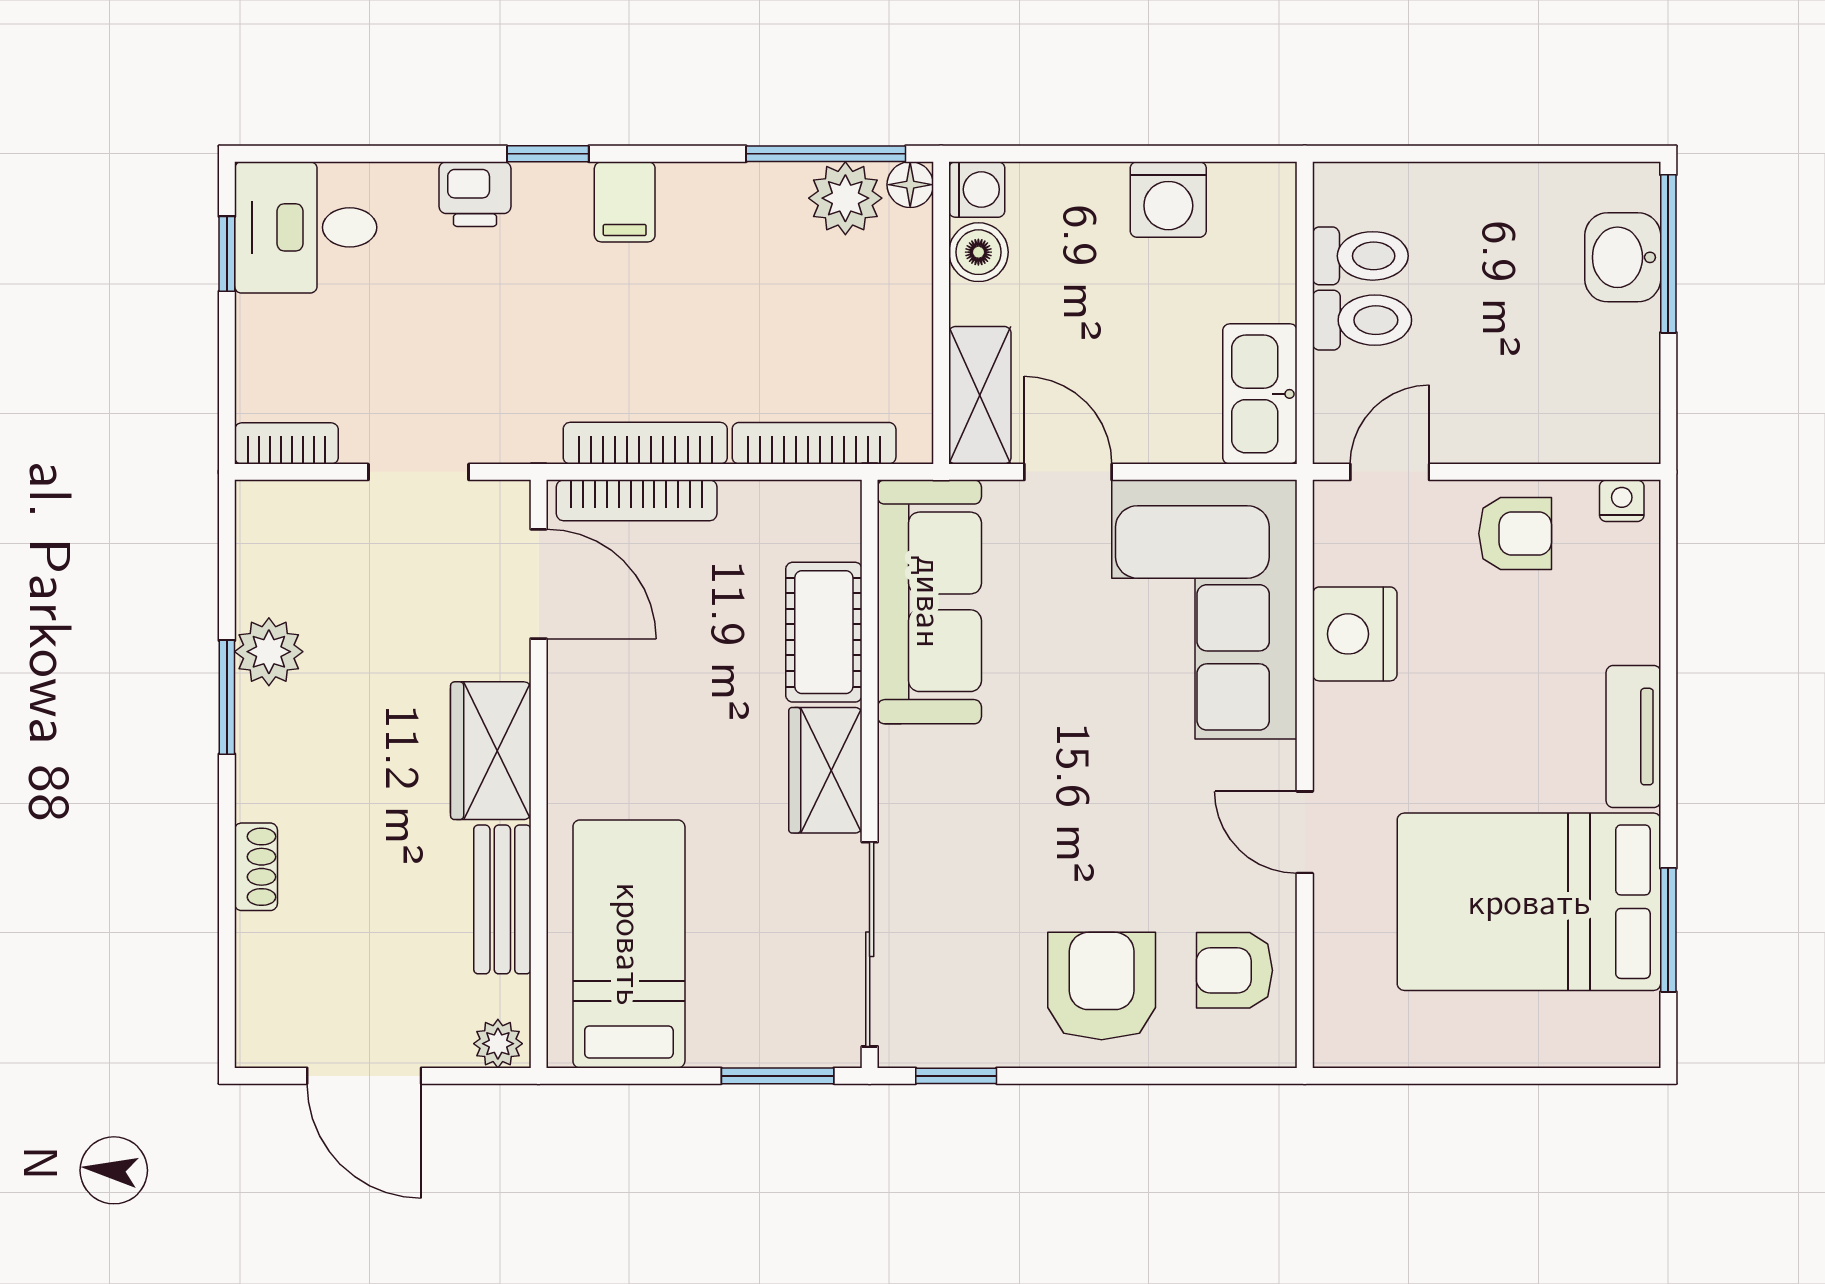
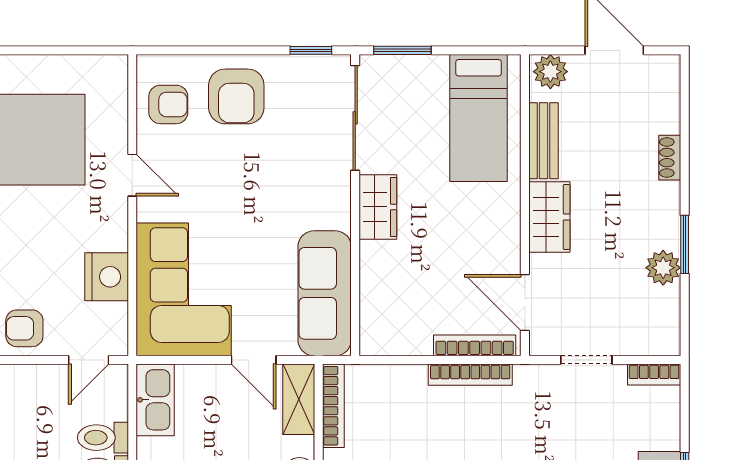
bookcase: (814, 443) -> (333, 406), moved, turned -90
cot: (824, 632) -> (379, 278), removed
plant: (498, 1044) -> (550, 72), width x1.38, depth x1.38

